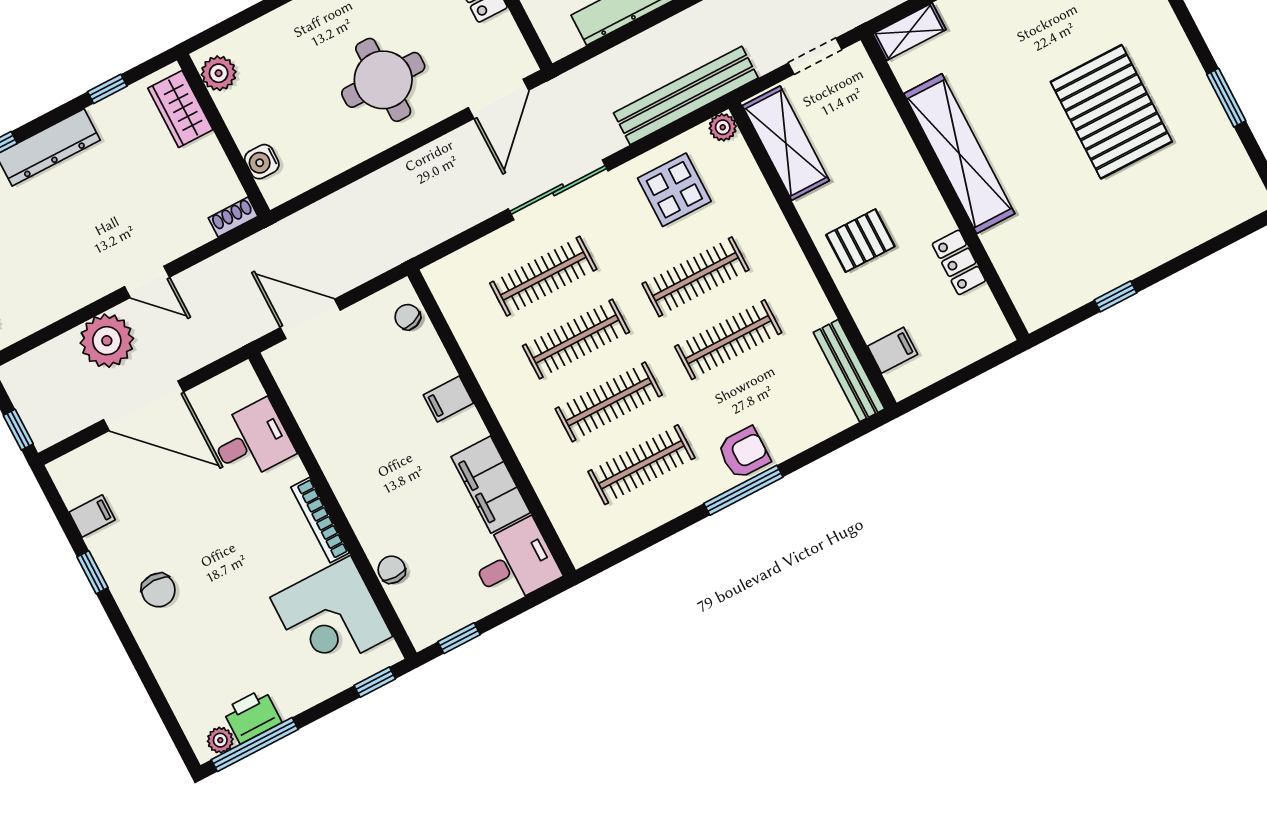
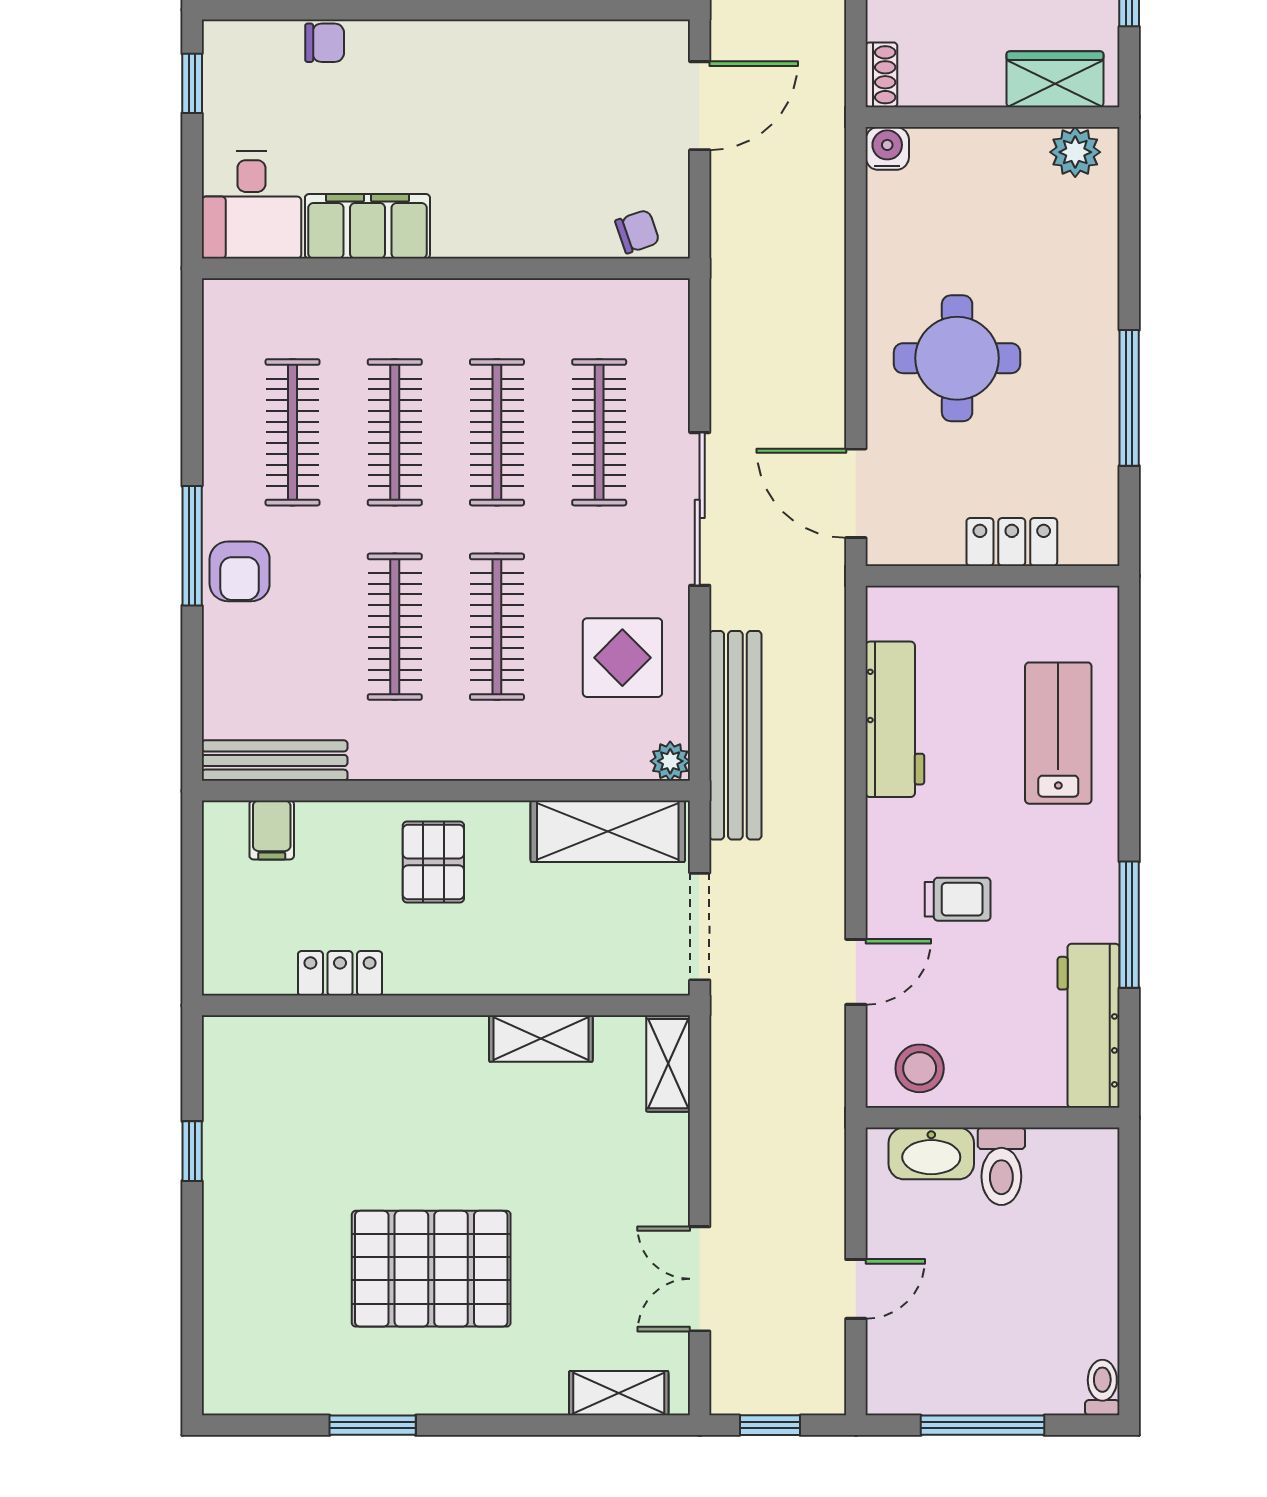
doorway: (815, 56) -> (700, 927), width x1.38
shelving: (959, 154) -> (541, 1038), width x0.45, depth x0.75
water cooler: (262, 162) -> (887, 148), moved
filing cabinet: (448, 399) -> (505, 229), removed

